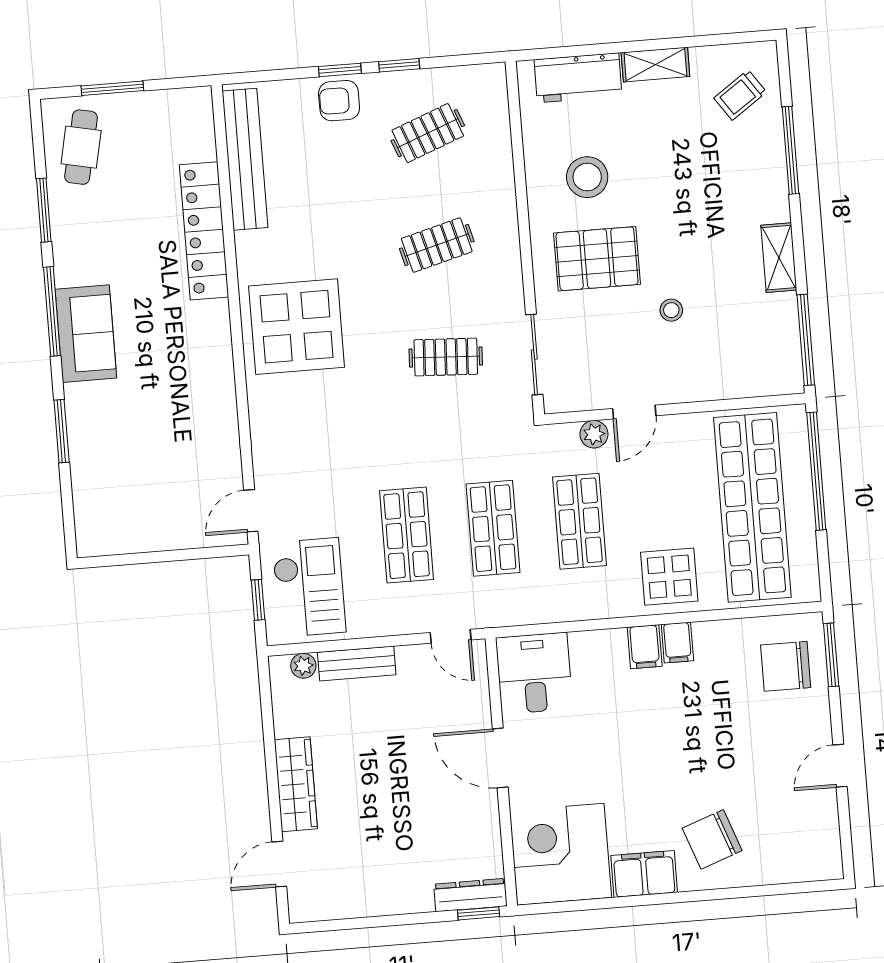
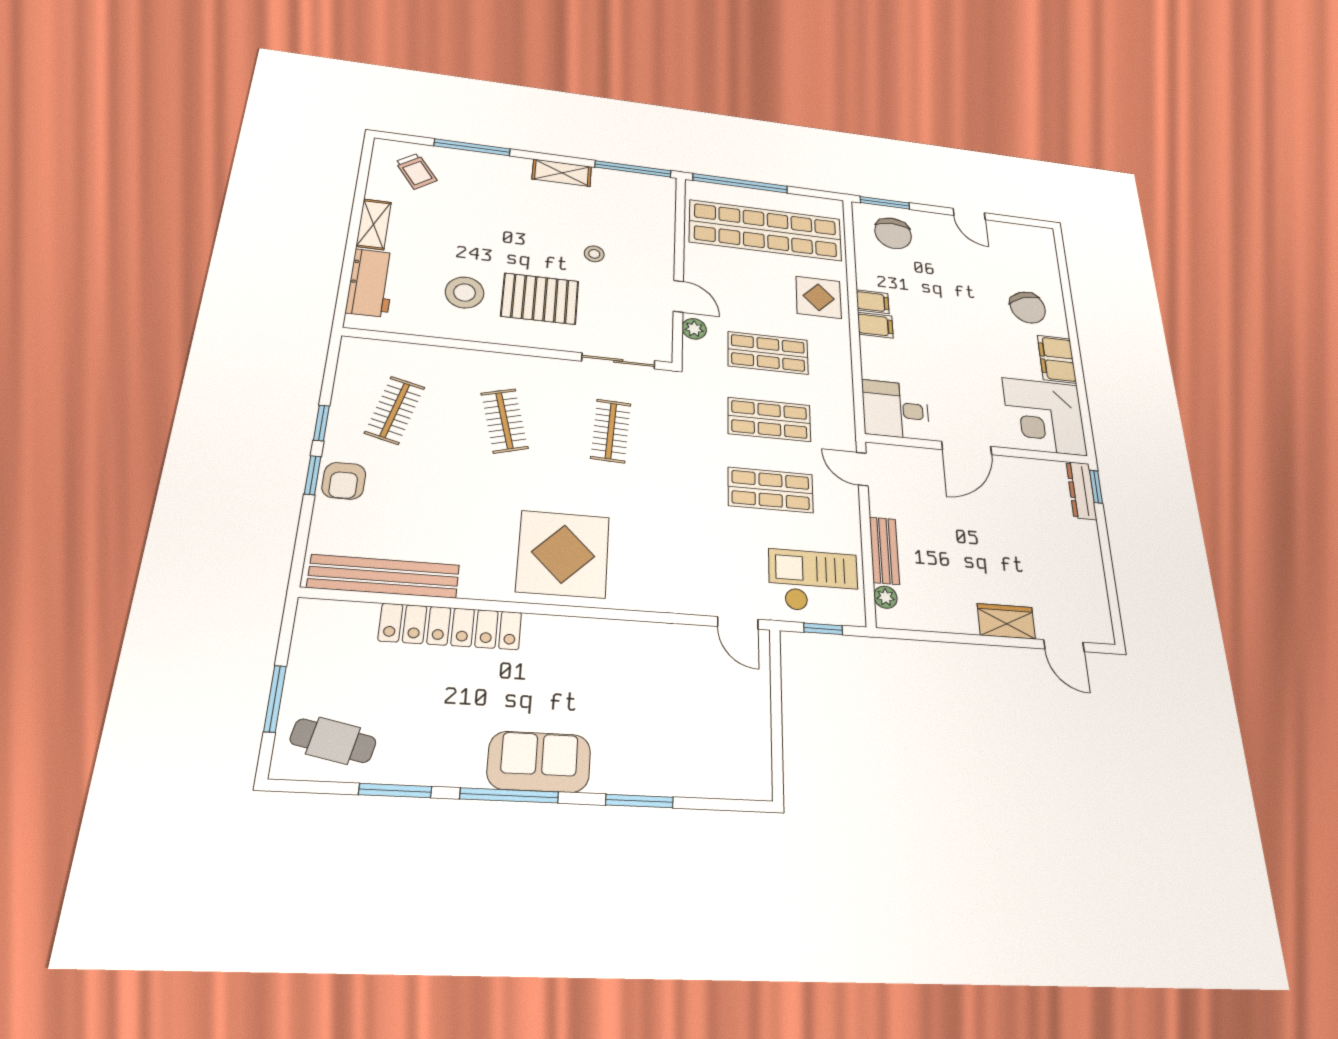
clothes rail: (428, 133) -> (395, 410), turned 36
pallet: (597, 259) -> (540, 299), turned 90
door: (451, 636) -> (862, 469), swing flipped
wardrobe: (296, 784) -> (1006, 621), width x0.67

